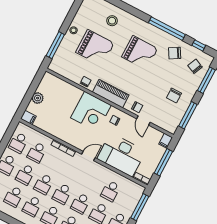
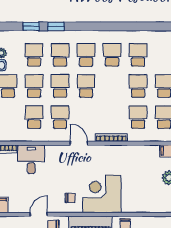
door: (143, 120) -> (39, 214), hinge flipped
desk: (121, 155) -> (31, 159), width x0.53, depth x0.77
door: (88, 156) -> (79, 143), swing flipped
school desk: (44, 184) -> (60, 117), moved

